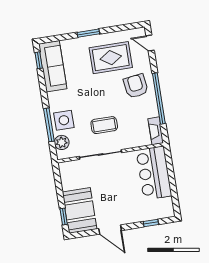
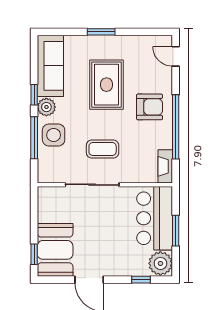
rug: (111, 58) -> (106, 85), moved, turned 90
window: (39, 60) -> (34, 95), moved
armchair: (136, 86) -> (150, 107), turned 98
plant: (62, 142) -> (46, 107), moved
window: (172, 180) -> (176, 231), added
plant: (164, 208) -> (160, 263), added

